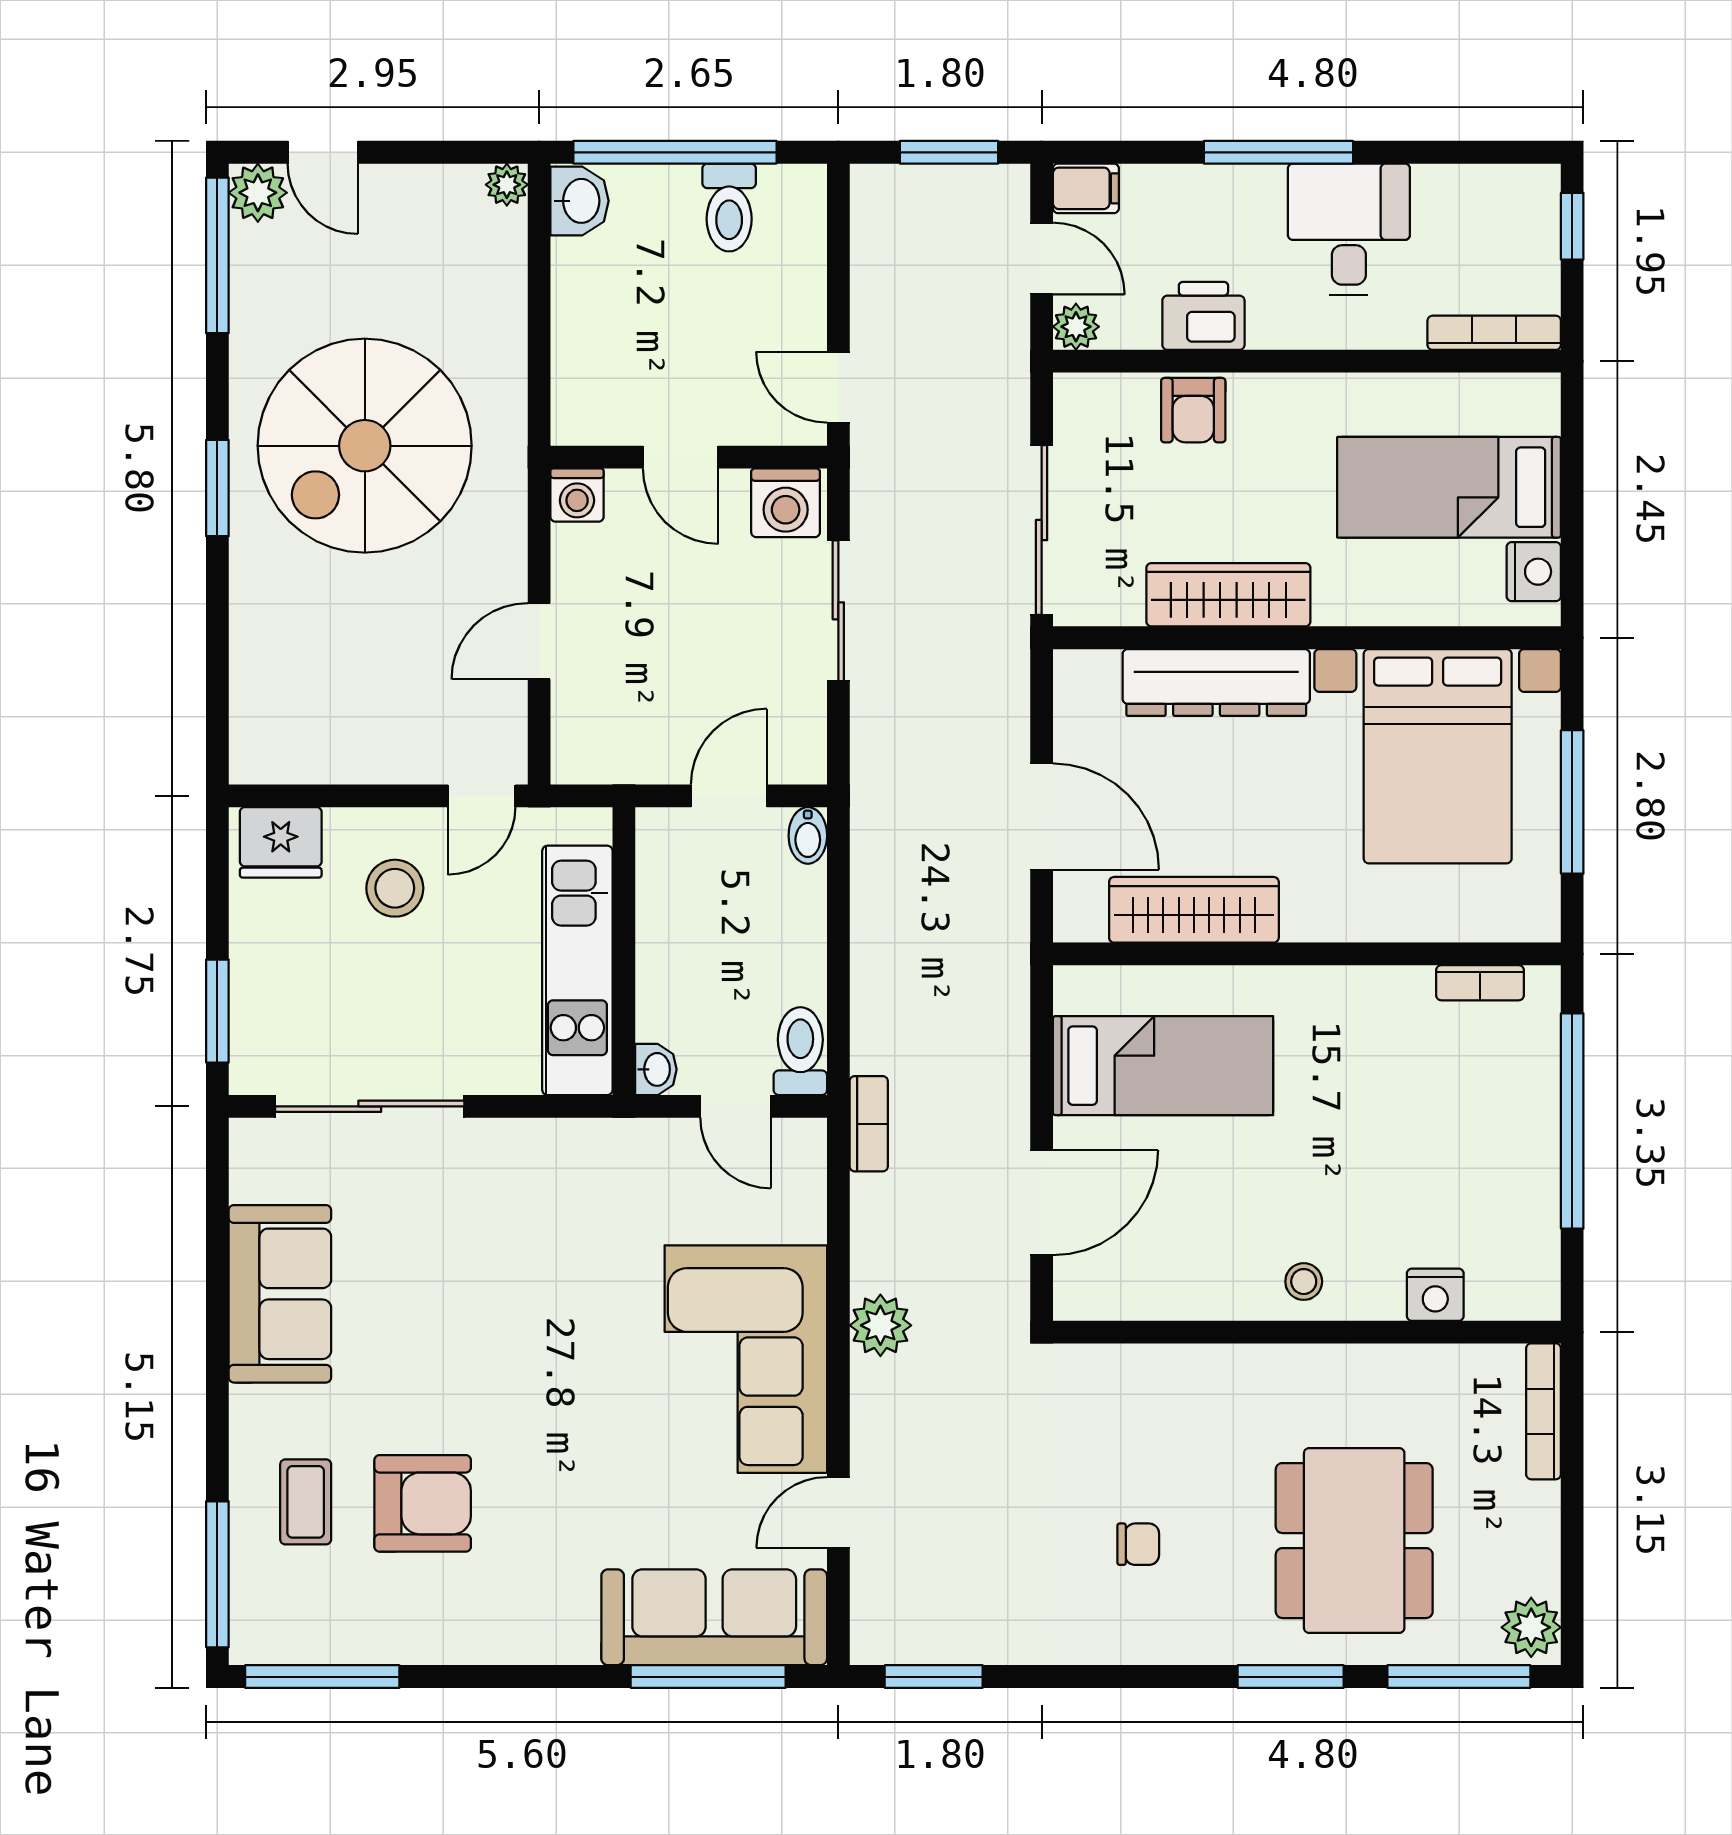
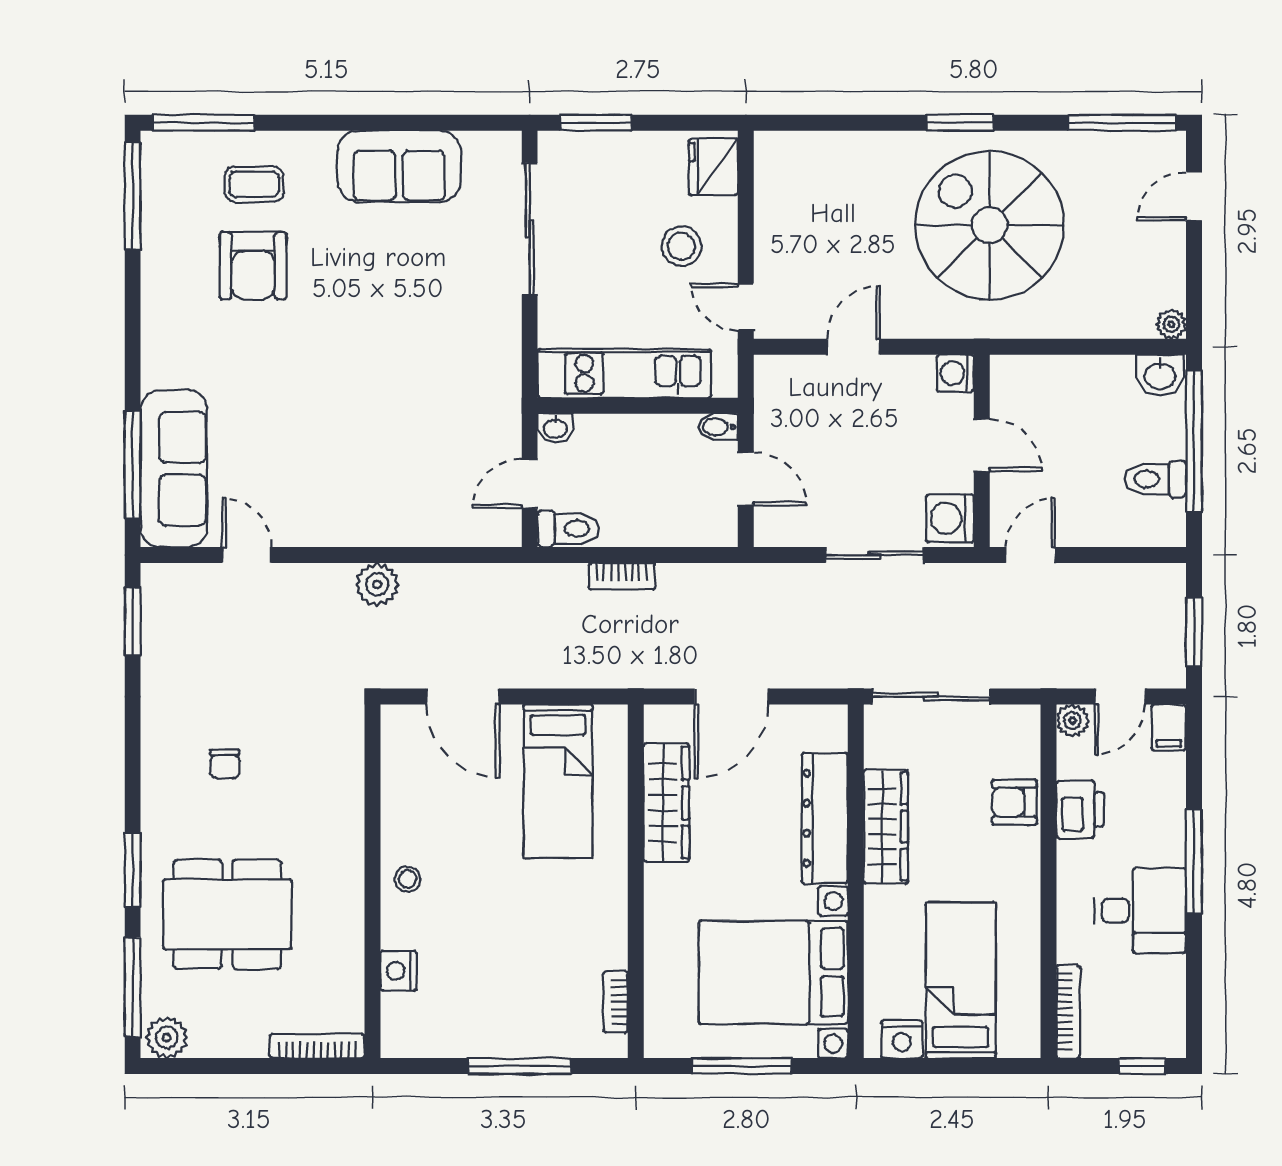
plant: (258, 193) -> (1166, 151), removed
door: (681, 457) -> (982, 445), swing flipped
door: (539, 641) -> (853, 347), hinge flipped
bidet: (808, 835) -> (718, 427), moved
window: (1572, 1121) -> (519, 1066), width x0.68
bookcase: (869, 1124) -> (622, 576), moved
corner sofa: (746, 1359) -> (354, 491), removed

